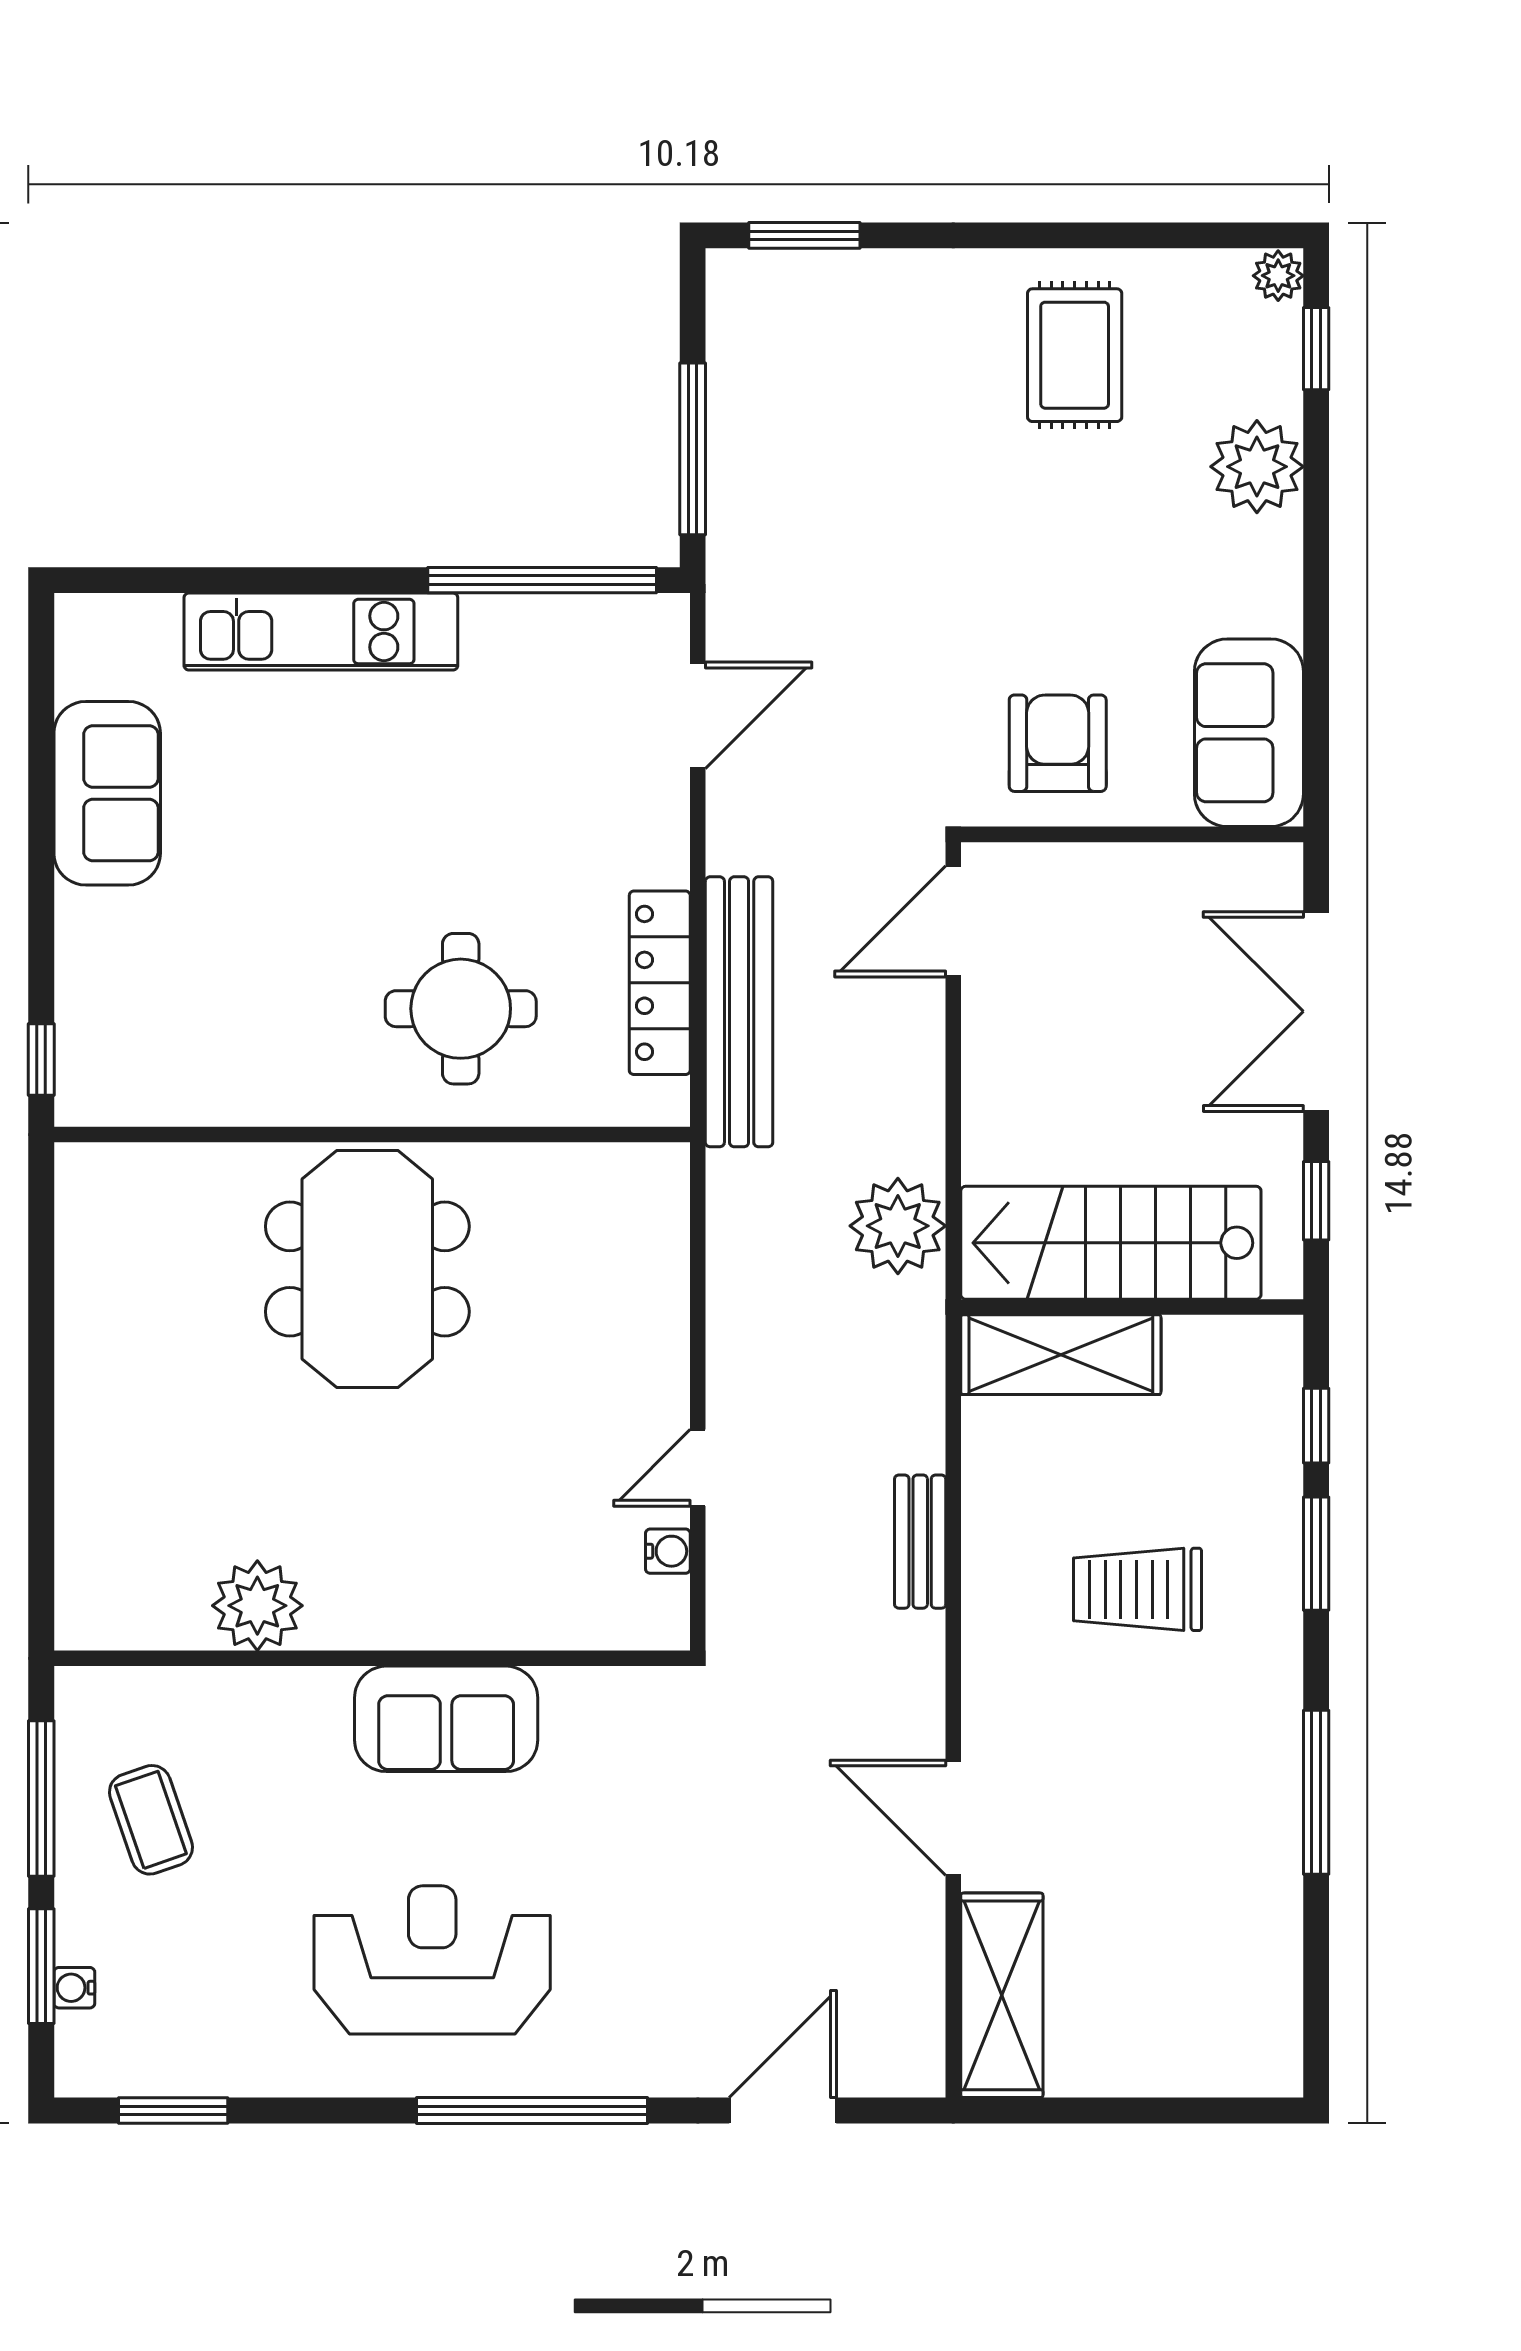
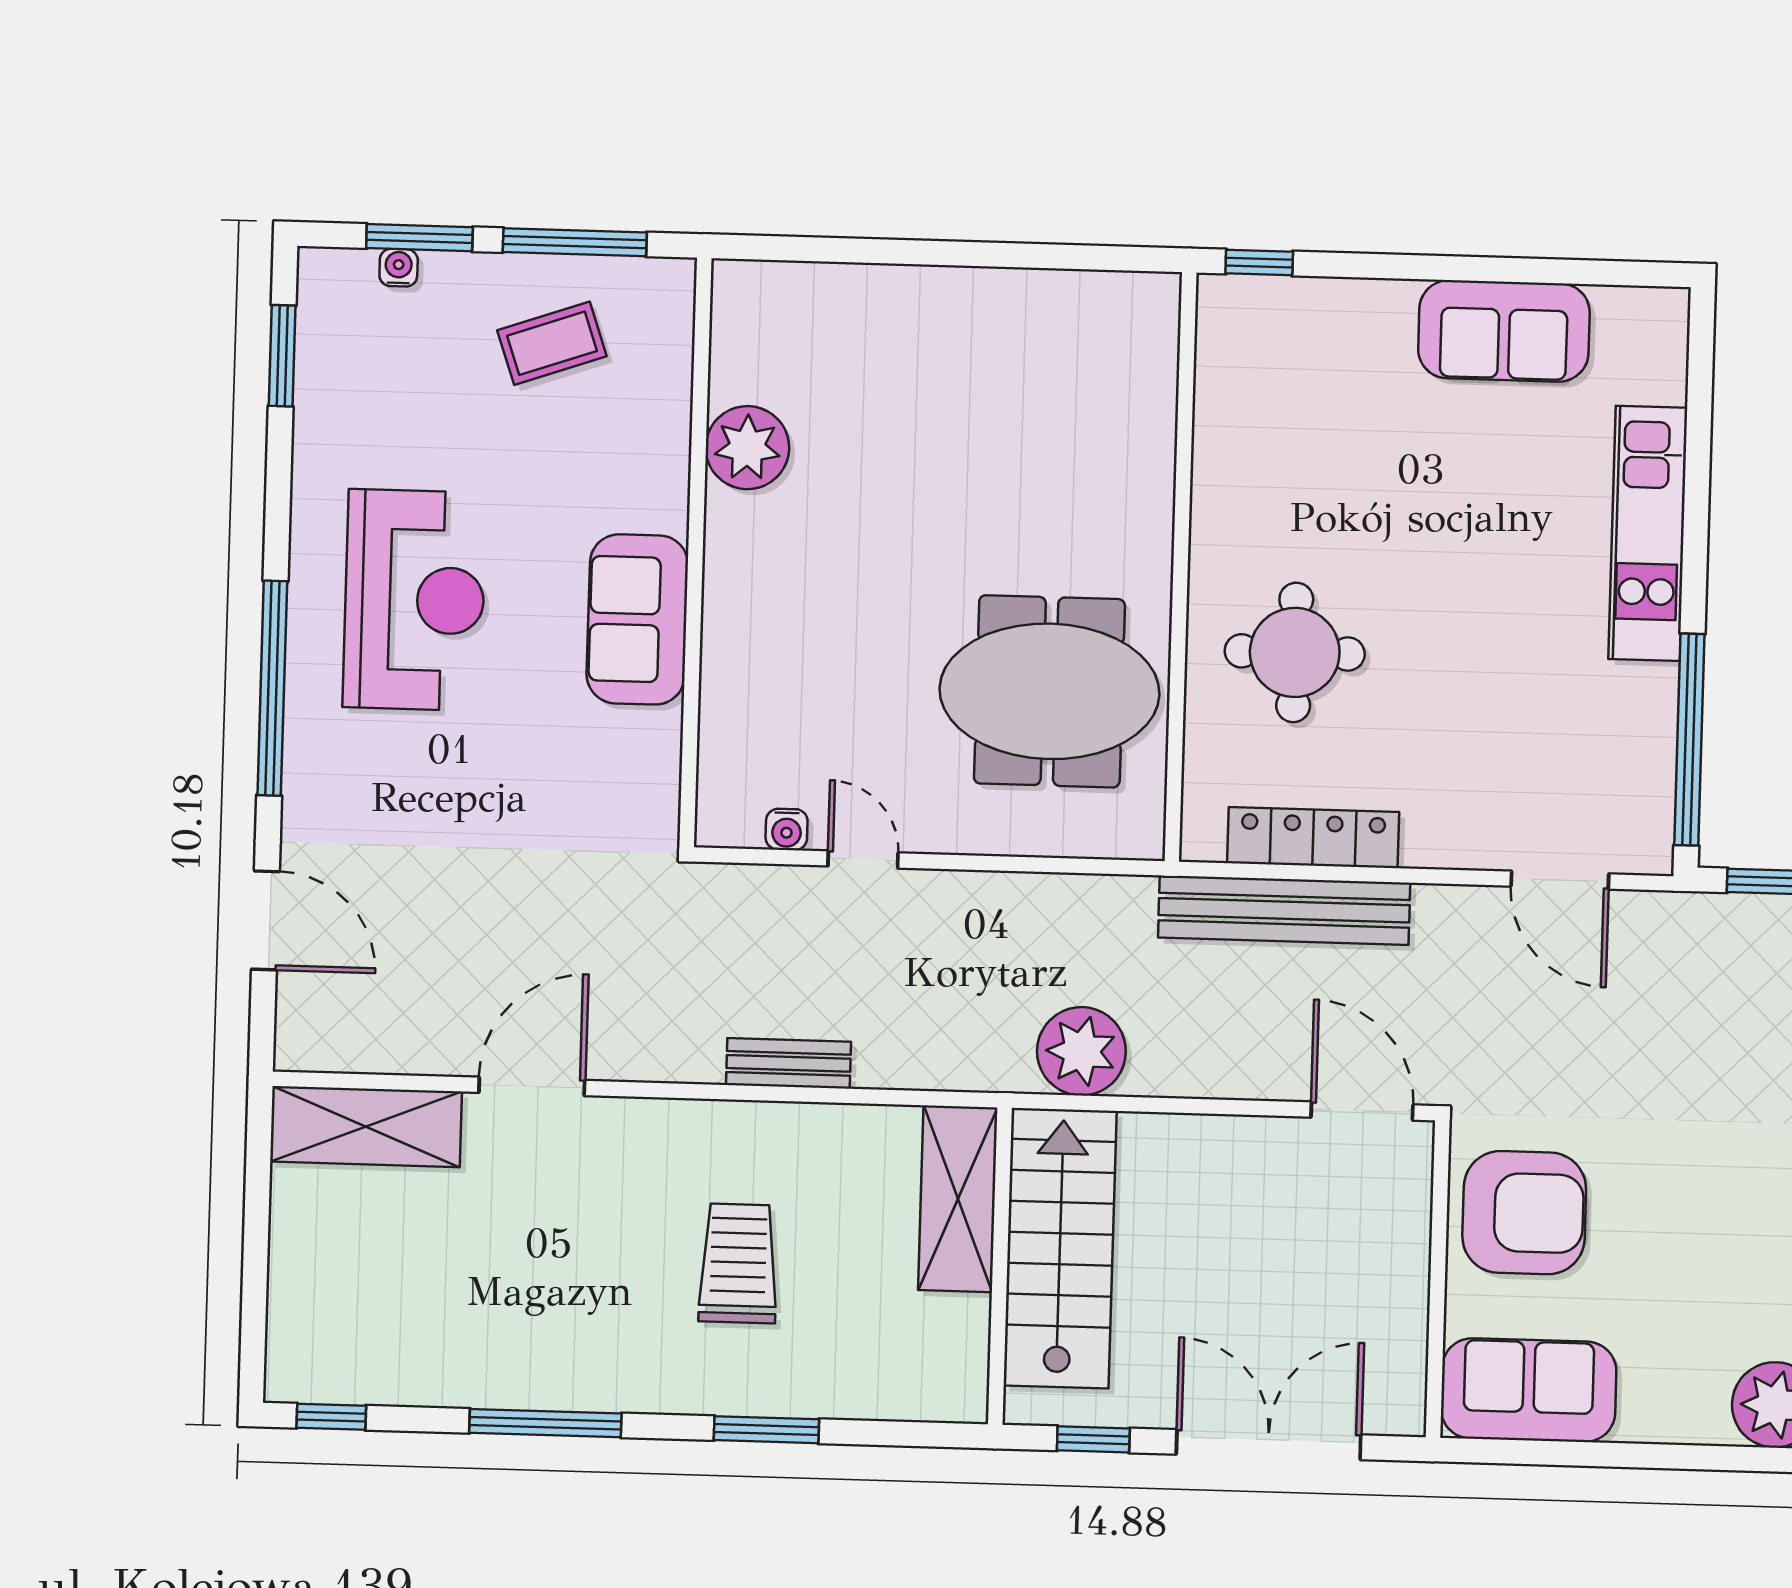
armchair: (1058, 743) -> (1524, 1213), width x1.36, depth x1.36
meeting table: (367, 1269) -> (1049, 691), moved
window: (1316, 1426) -> (331, 1417), moved

